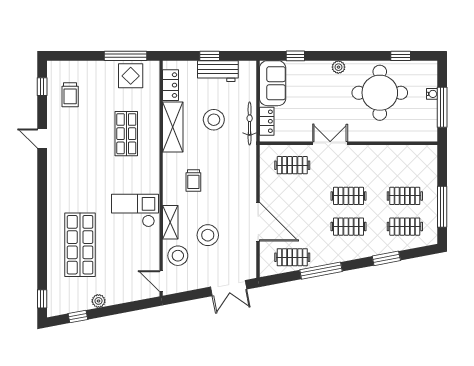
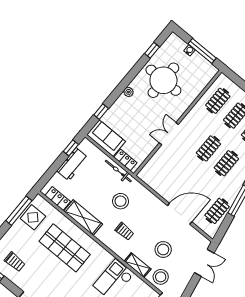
window: (210, 56) -> (71, 148), moved
stool: (214, 120) -> (121, 201), moved
shop shelf: (126, 134) -> (65, 248), width x1.43, depth x1.36
clothes rail: (292, 165) -> (218, 101), moved

